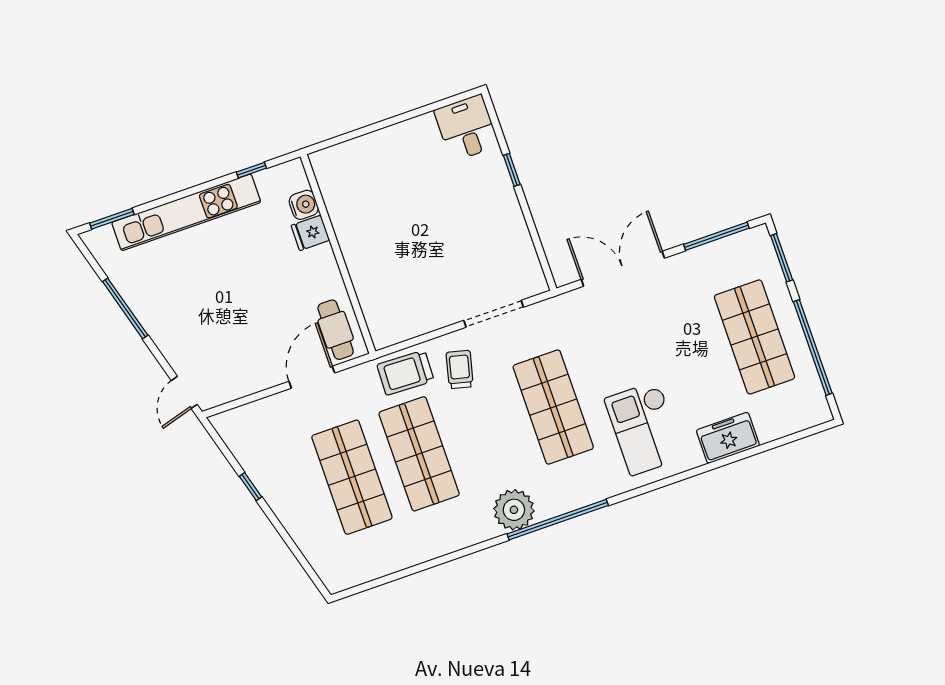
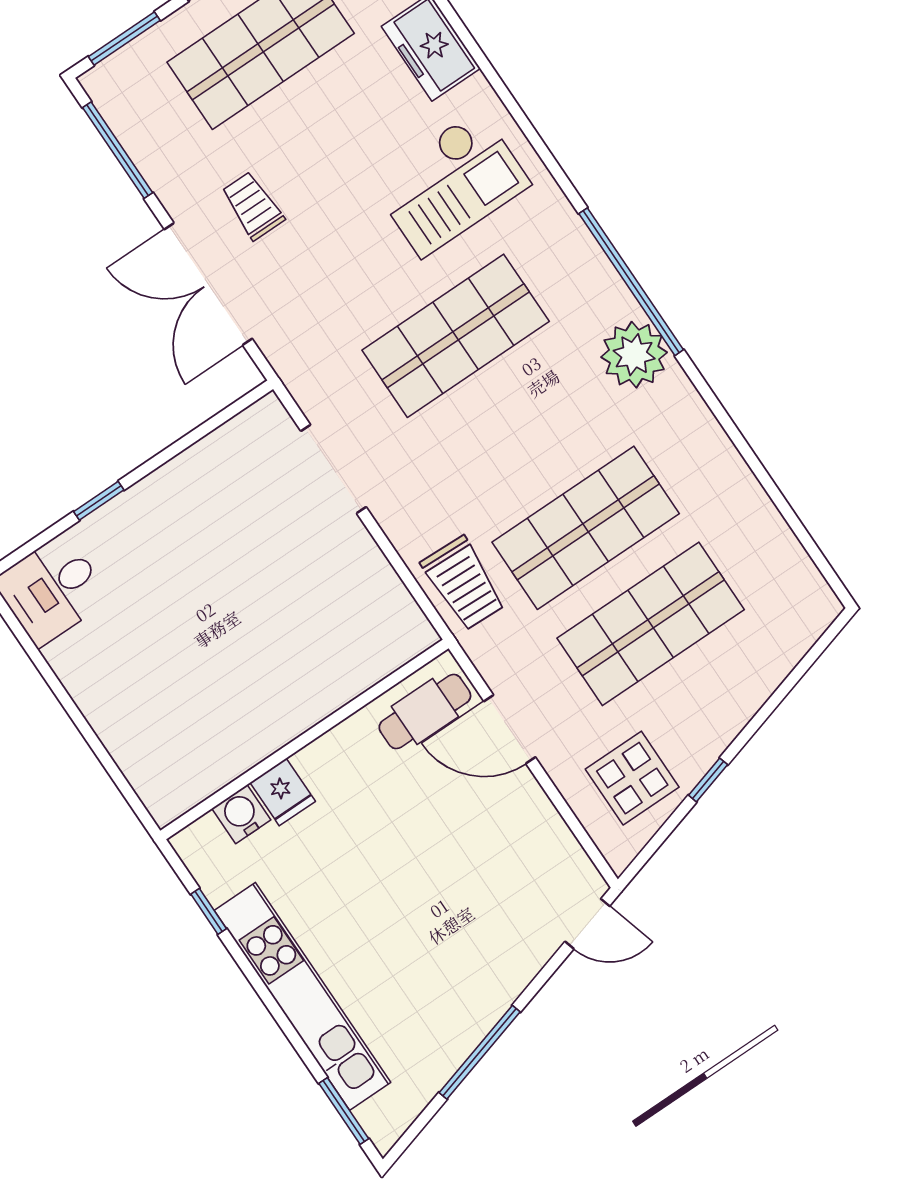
trolley: (460, 370) -> (253, 206), moved, turned 76
display table: (264, 442) -> (632, 778), added

